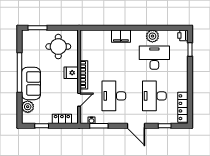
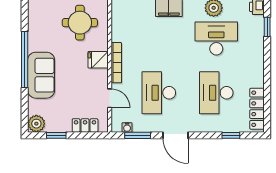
door: (79, 100) -> (110, 98), hinge flipped
plant: (28, 107) -> (36, 124), moved
door: (136, 126) -> (175, 135), moved

